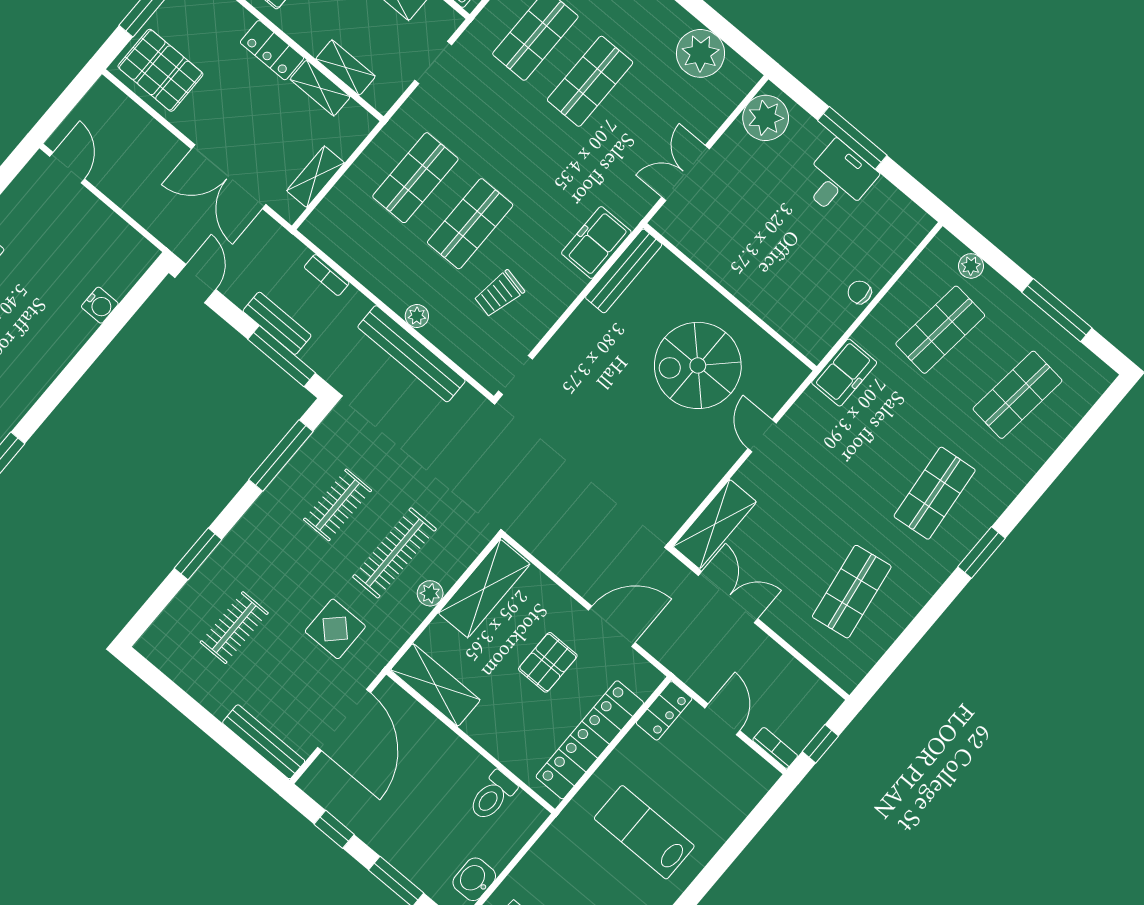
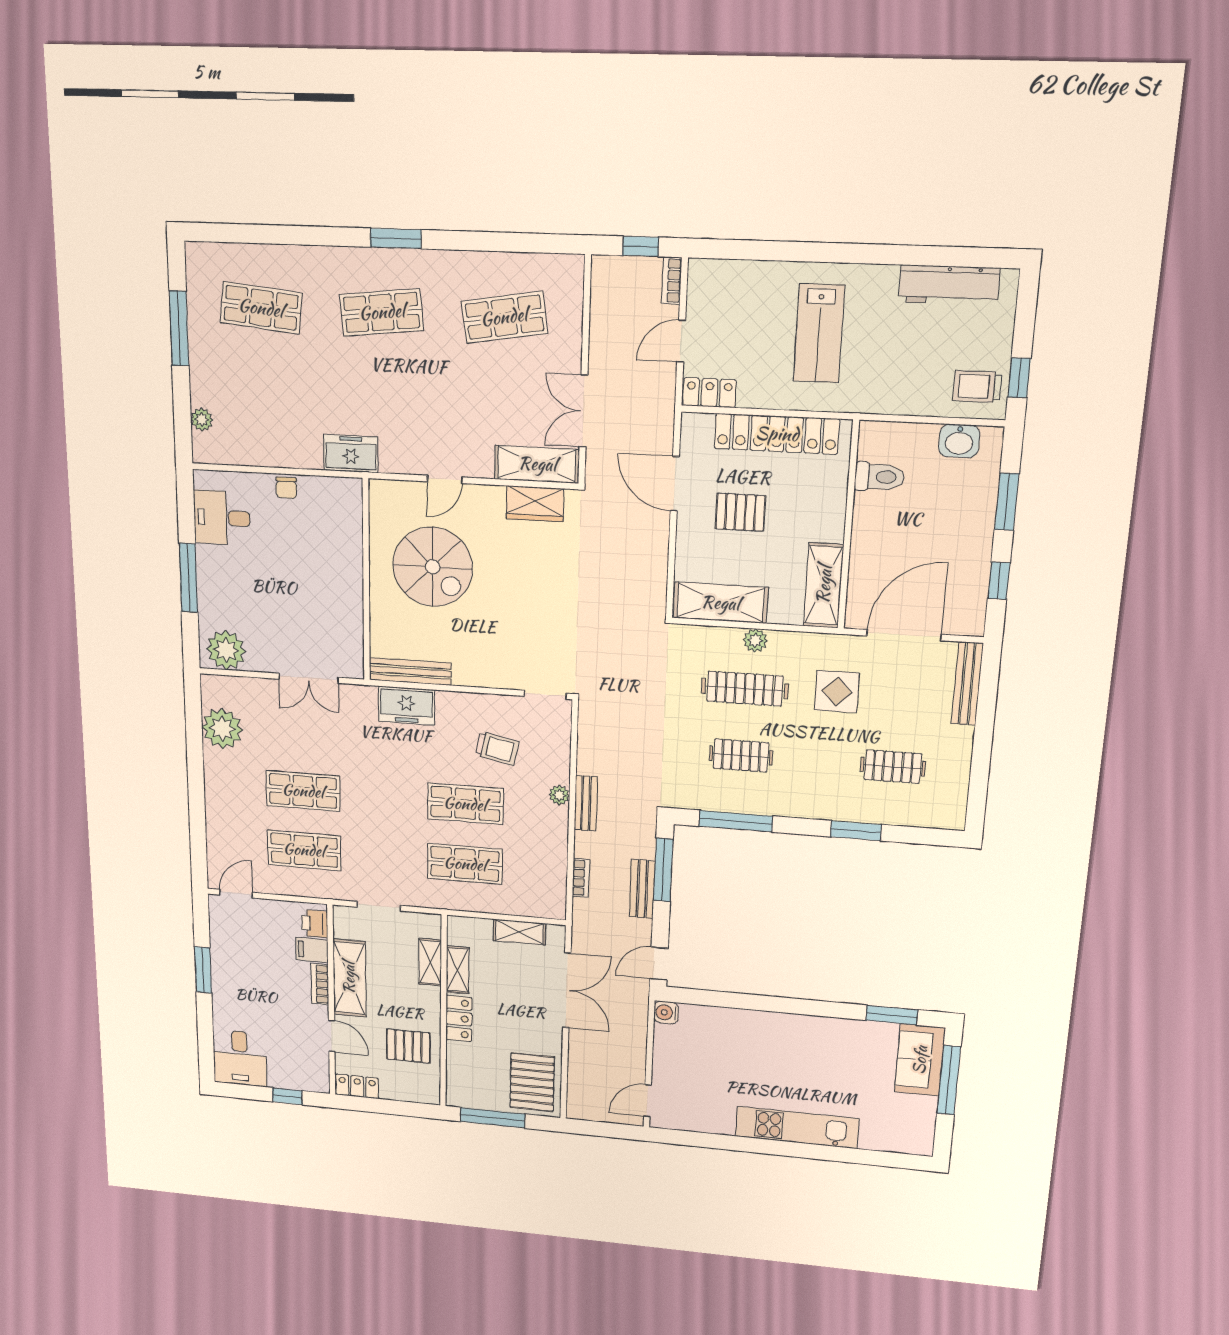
desk: (838, 179) -> (222, 518), moved
water cooler: (100, 305) -> (666, 1012), moved, turned -90
shop shelf: (940, 330) -> (263, 406), removed
bench: (412, 354) -> (586, 803), width x0.54, depth x0.82
wardrobe: (684, 497) -> (535, 504), added

